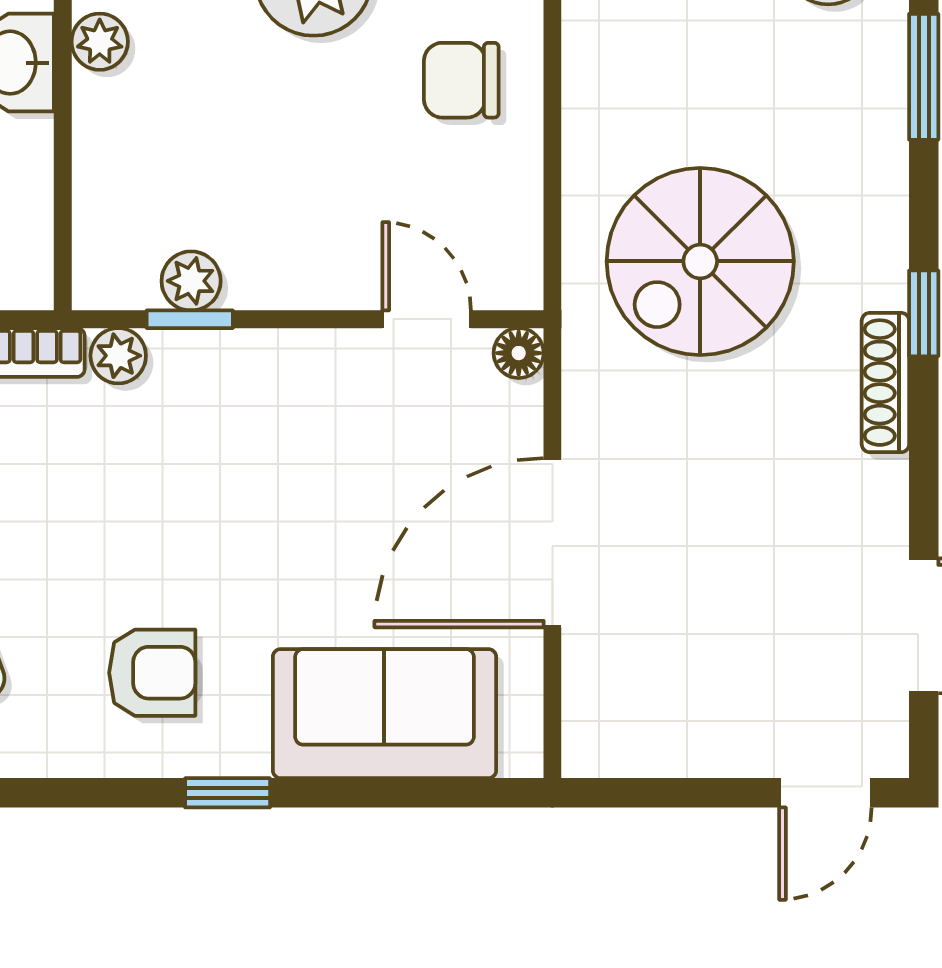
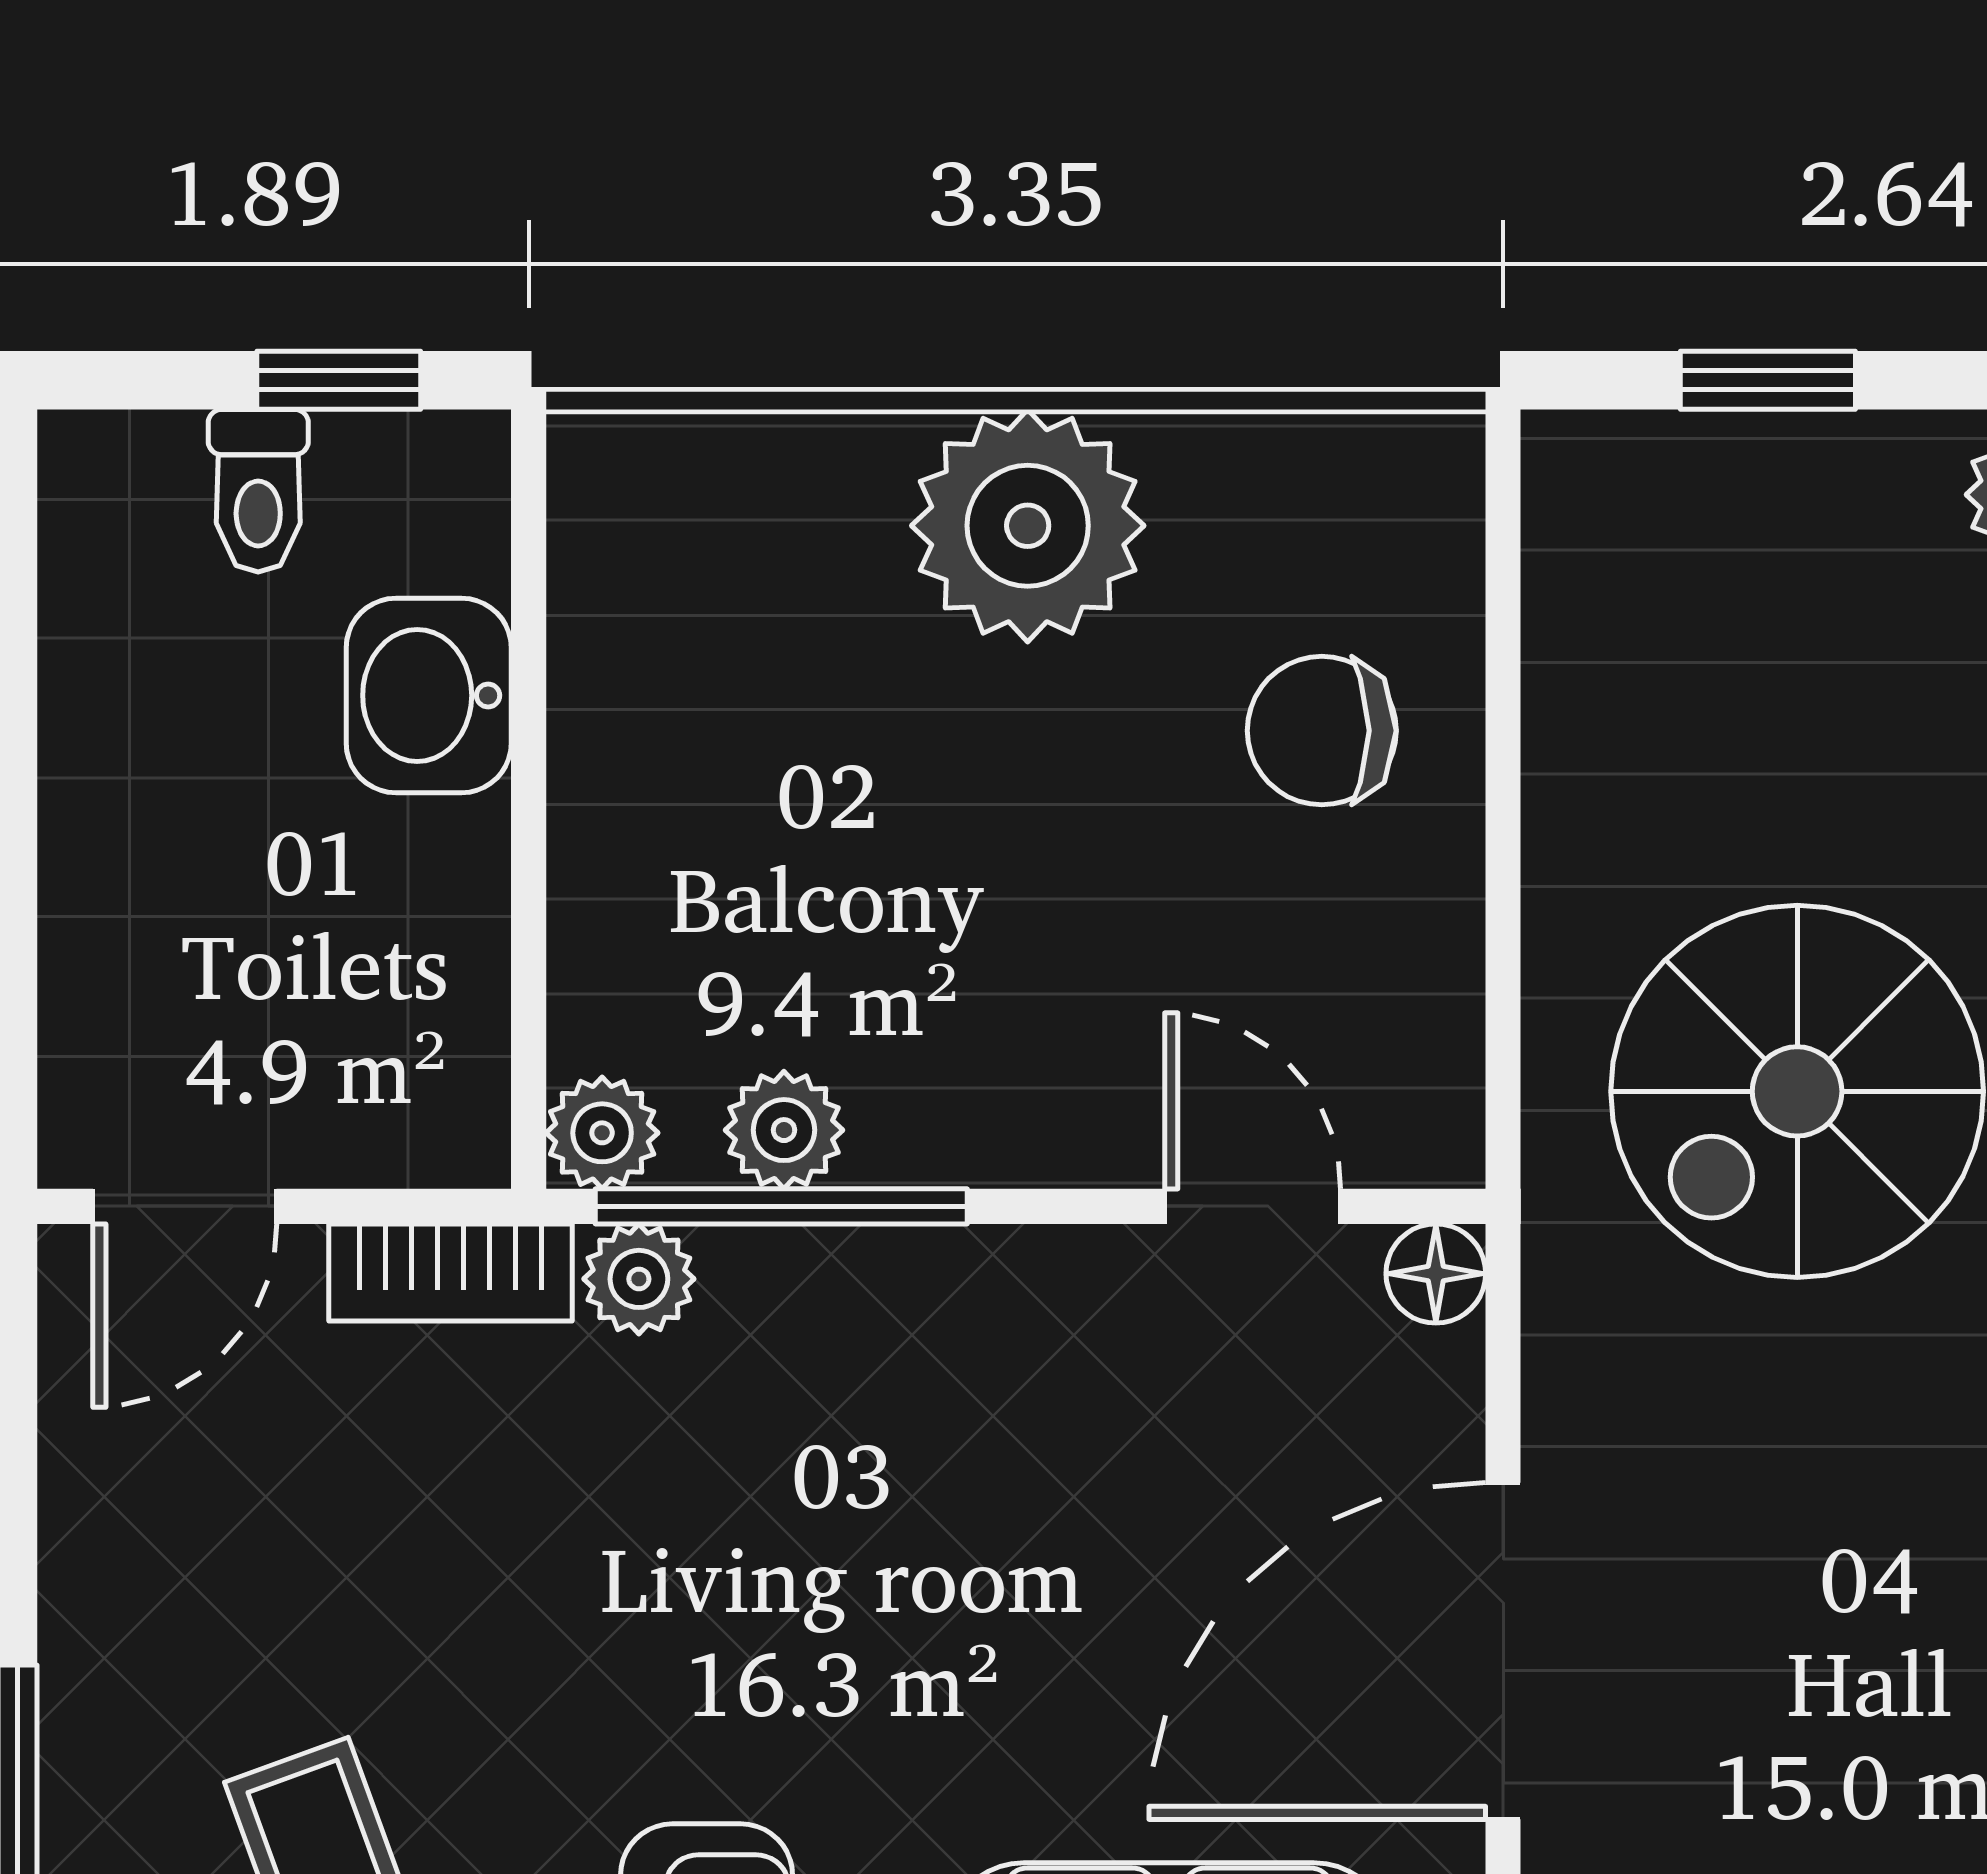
plant: (100, 42) -> (602, 1133), moved
window: (190, 319) -> (781, 1206), width x2.17

